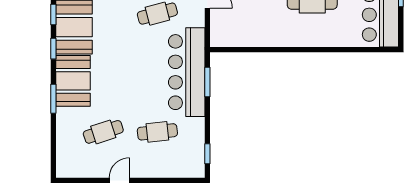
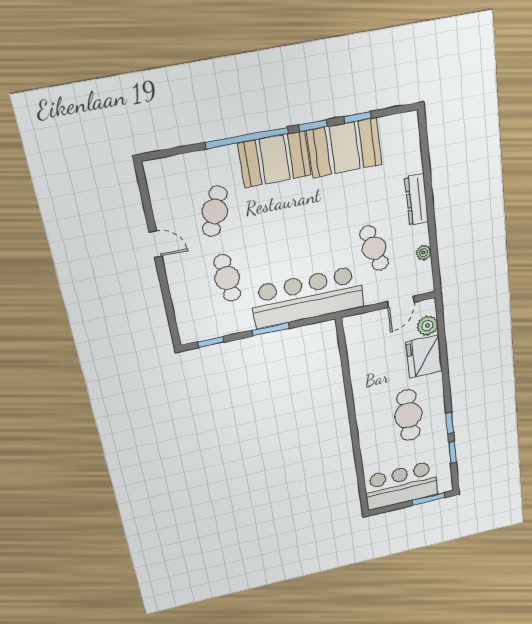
window: (207, 82) -> (271, 329), moved
window: (53, 99) -> (247, 138), width x2.11
cafe table: (103, 132) -> (215, 211), turned 39

